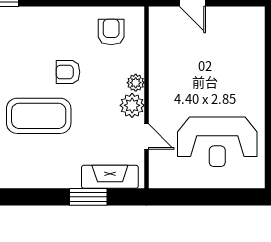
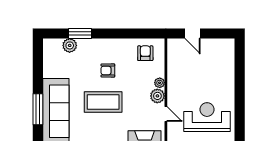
armchair: (68, 72) -> (108, 70), moved
reception desk: (217, 142) -> (207, 117), turned 180

